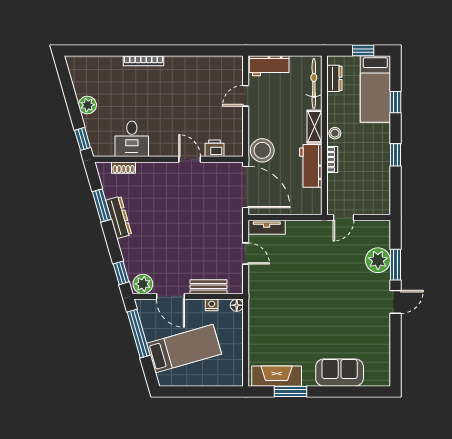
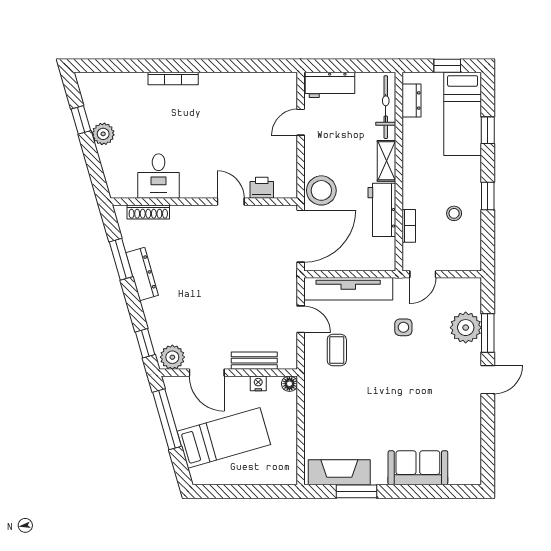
stool: (335, 133) -> (454, 213), moved
window: (83, 139) -> (81, 120), moved
bookcase: (332, 160) -> (409, 226), moved
shoe rack: (124, 168) -> (148, 212), width x1.43
door: (246, 187) -> (301, 236), hinge flipped
tv unit: (267, 227) -> (348, 289), width x1.92, depth x1.29
side table: (328, 260) -> (403, 327), added
coffee table: (275, 278) -> (337, 350), added

